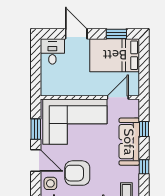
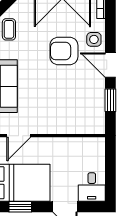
corner sofa: (75, 122) -> (67, 109), removed
armchair: (77, 173) -> (64, 51), turned 180

